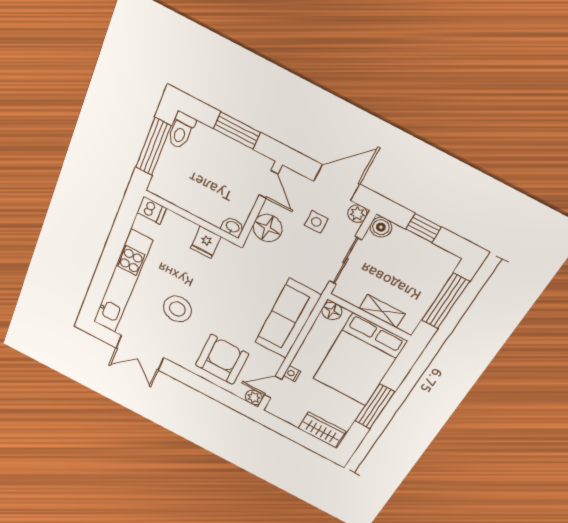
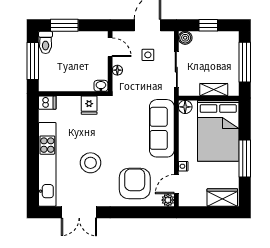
window: (237, 131) -> (64, 25), moved
plant: (357, 214) -> (168, 37), removed
floor lamp: (267, 228) -> (117, 70), width x0.53, depth x0.53

